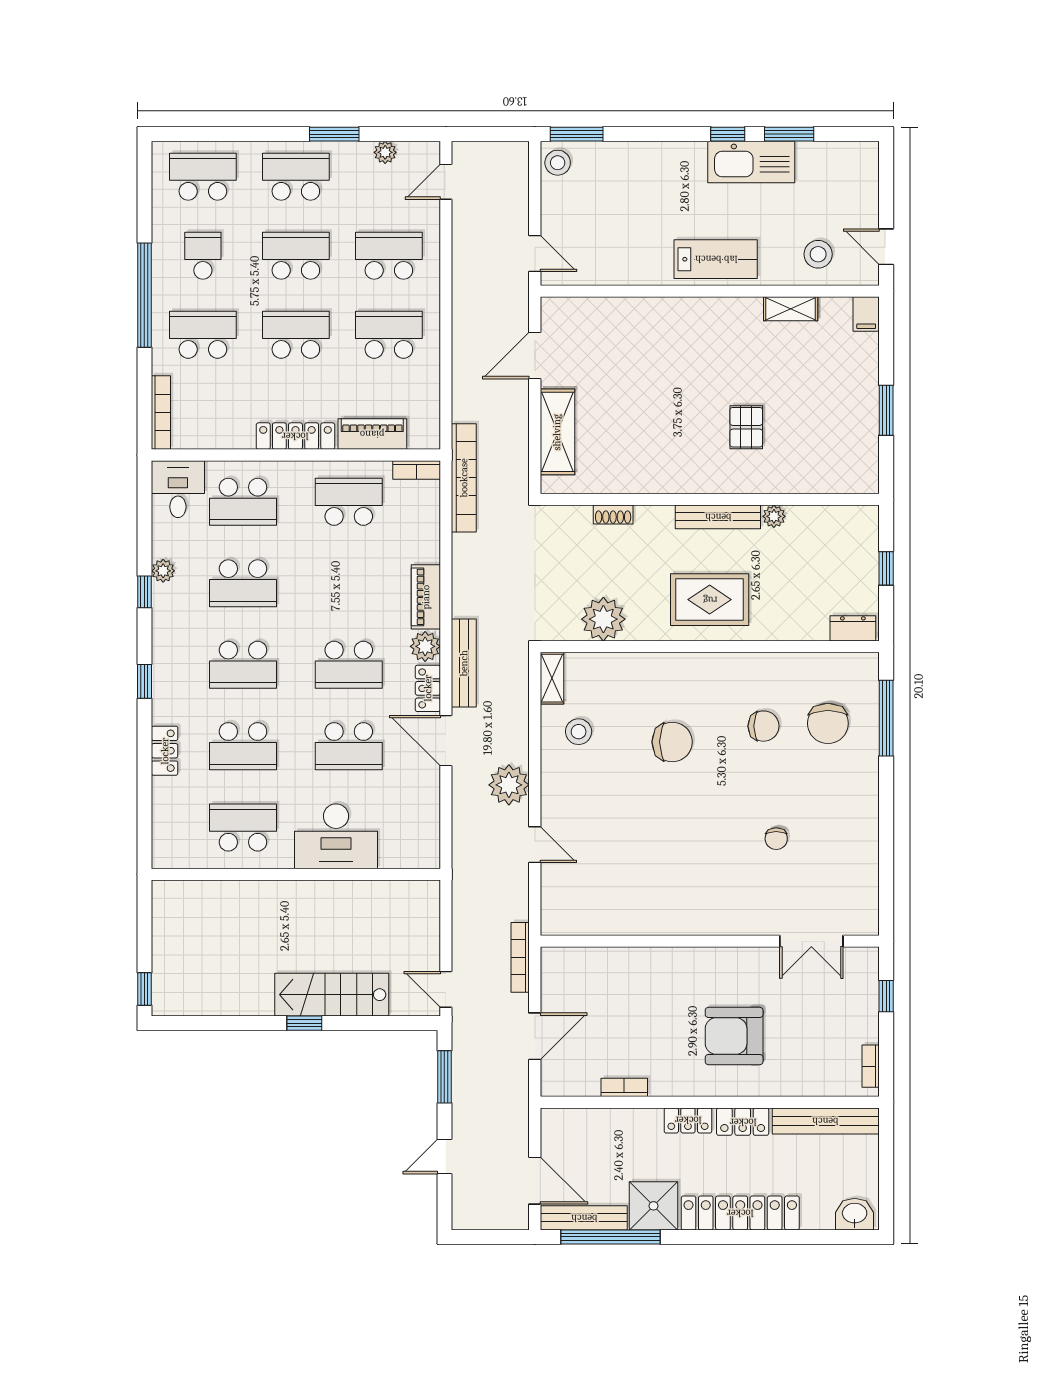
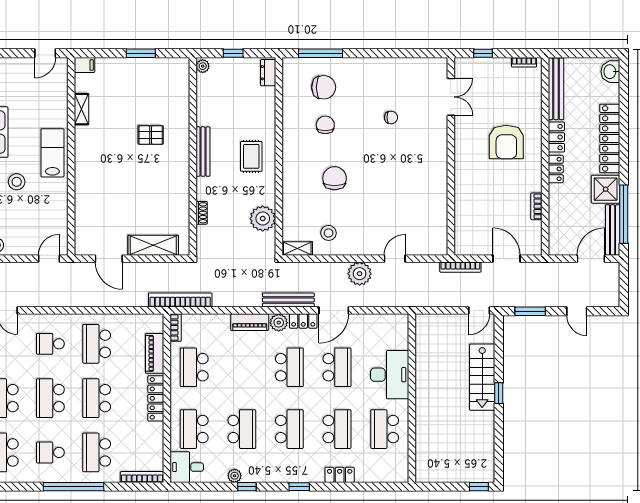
stool: (818, 254) -> (17, 182), moved
school desk: (389, 256) -> (50, 344), width x0.54
school desk: (243, 502) -> (194, 429), turned 180
plant: (774, 516) -> (203, 66), moved
rug: (710, 600) -> (251, 156), width x0.73, depth x0.70

